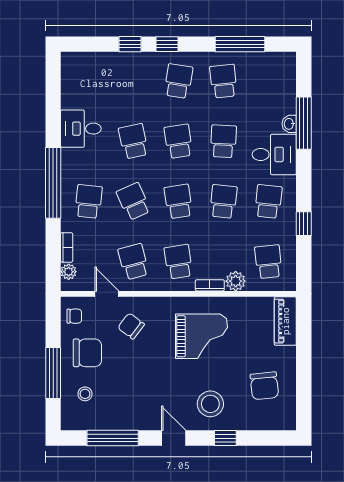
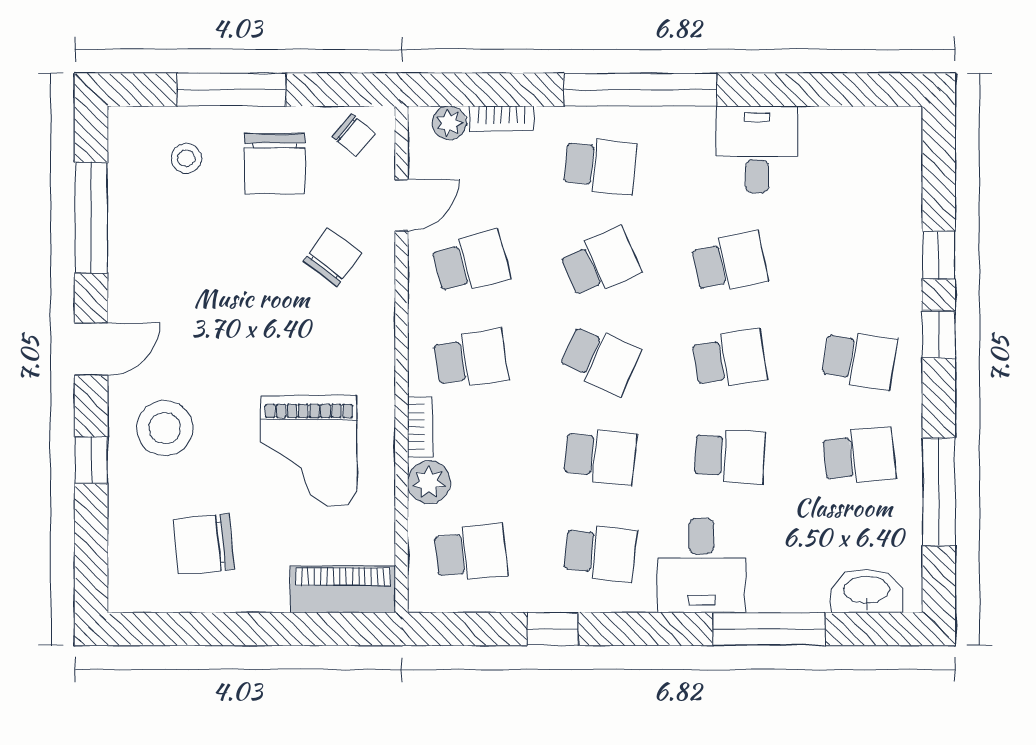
washbasin: (289, 124) -> (867, 591), moved, width x1.91, depth x1.45
school desk: (178, 201) -> (600, 359), turned 33
chair: (74, 316) -> (354, 135), turned -50
grand piano: (202, 336) -> (309, 451), moved

